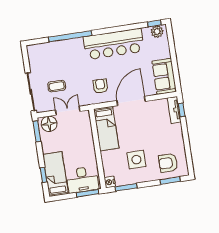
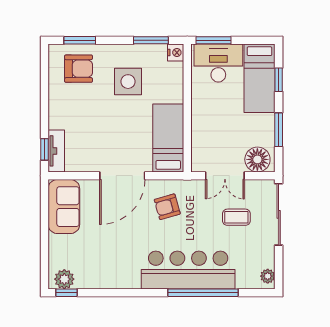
bar counter: (114, 44) -> (188, 270), moved
plant: (32, 53) -> (268, 276), added
armchair: (100, 86) -> (167, 207), turned 74
window: (37, 131) -> (279, 130), moved

